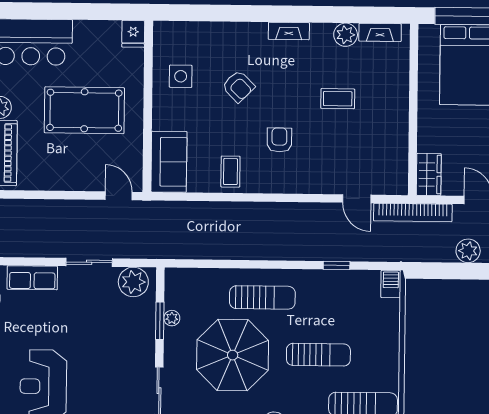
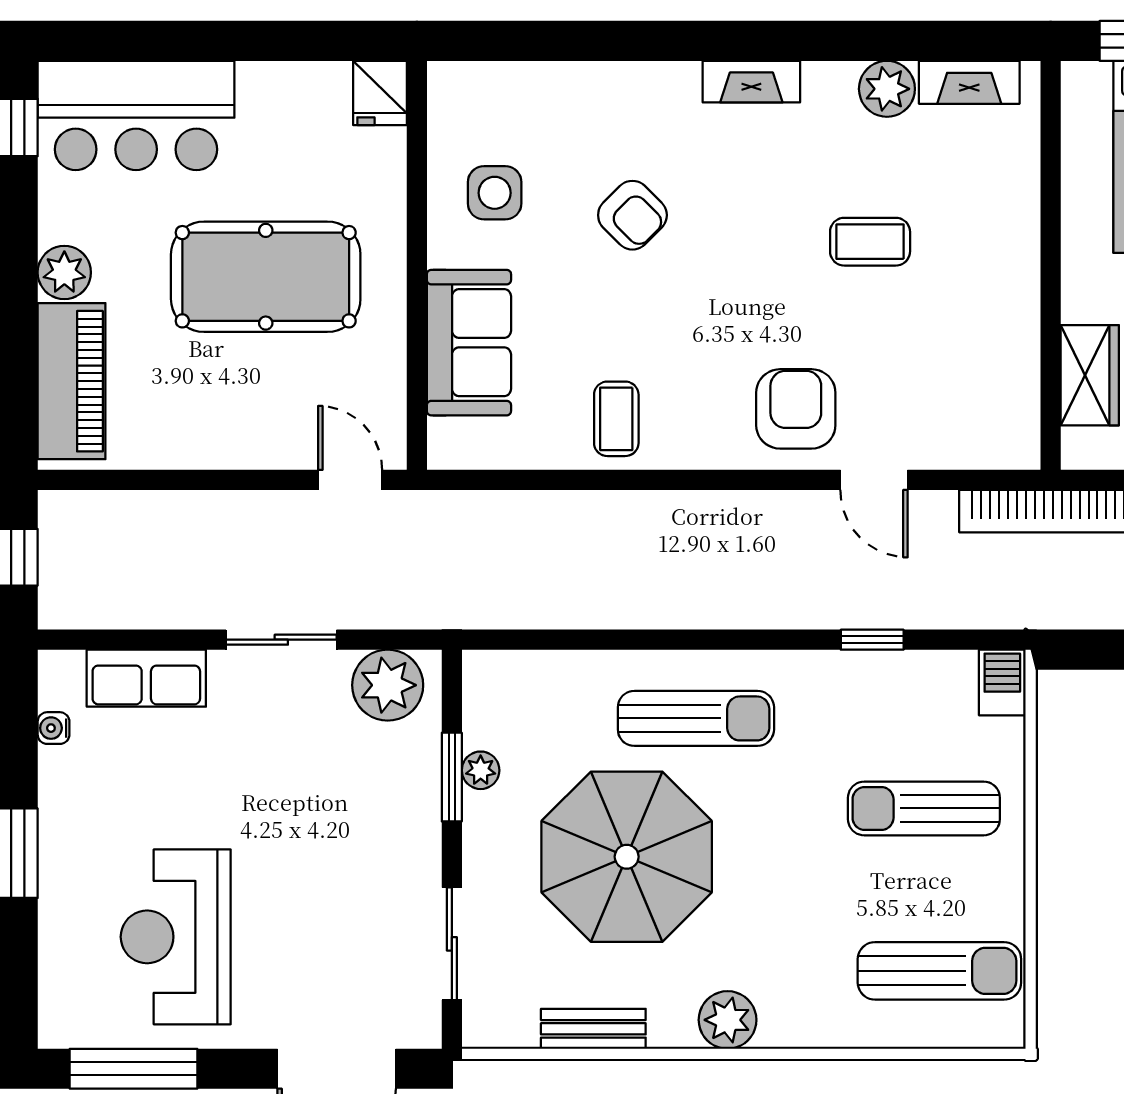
armchair: (279, 140) -> (796, 409), moved, width x1.38, depth x1.38
sofa: (169, 162) -> (469, 343), moved
wardrobe: (429, 174) -> (1090, 375), moved
door: (357, 199) -> (874, 480), moved
sun lounger: (318, 355) -> (924, 808), moved, turned 180

